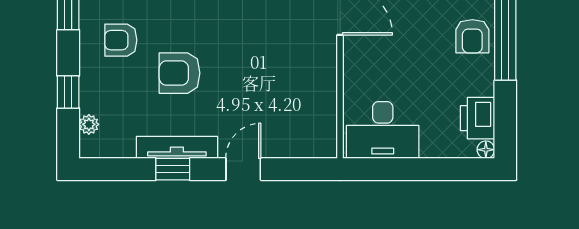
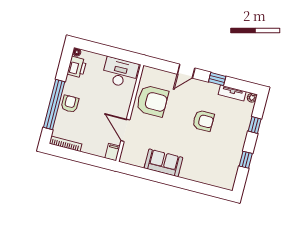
armchair: (121, 40) -> (152, 101), moved, width x1.88, depth x1.88
plant: (89, 124) -> (252, 98), moved
tv unit: (177, 147) -> (232, 93), moved, width x0.71

